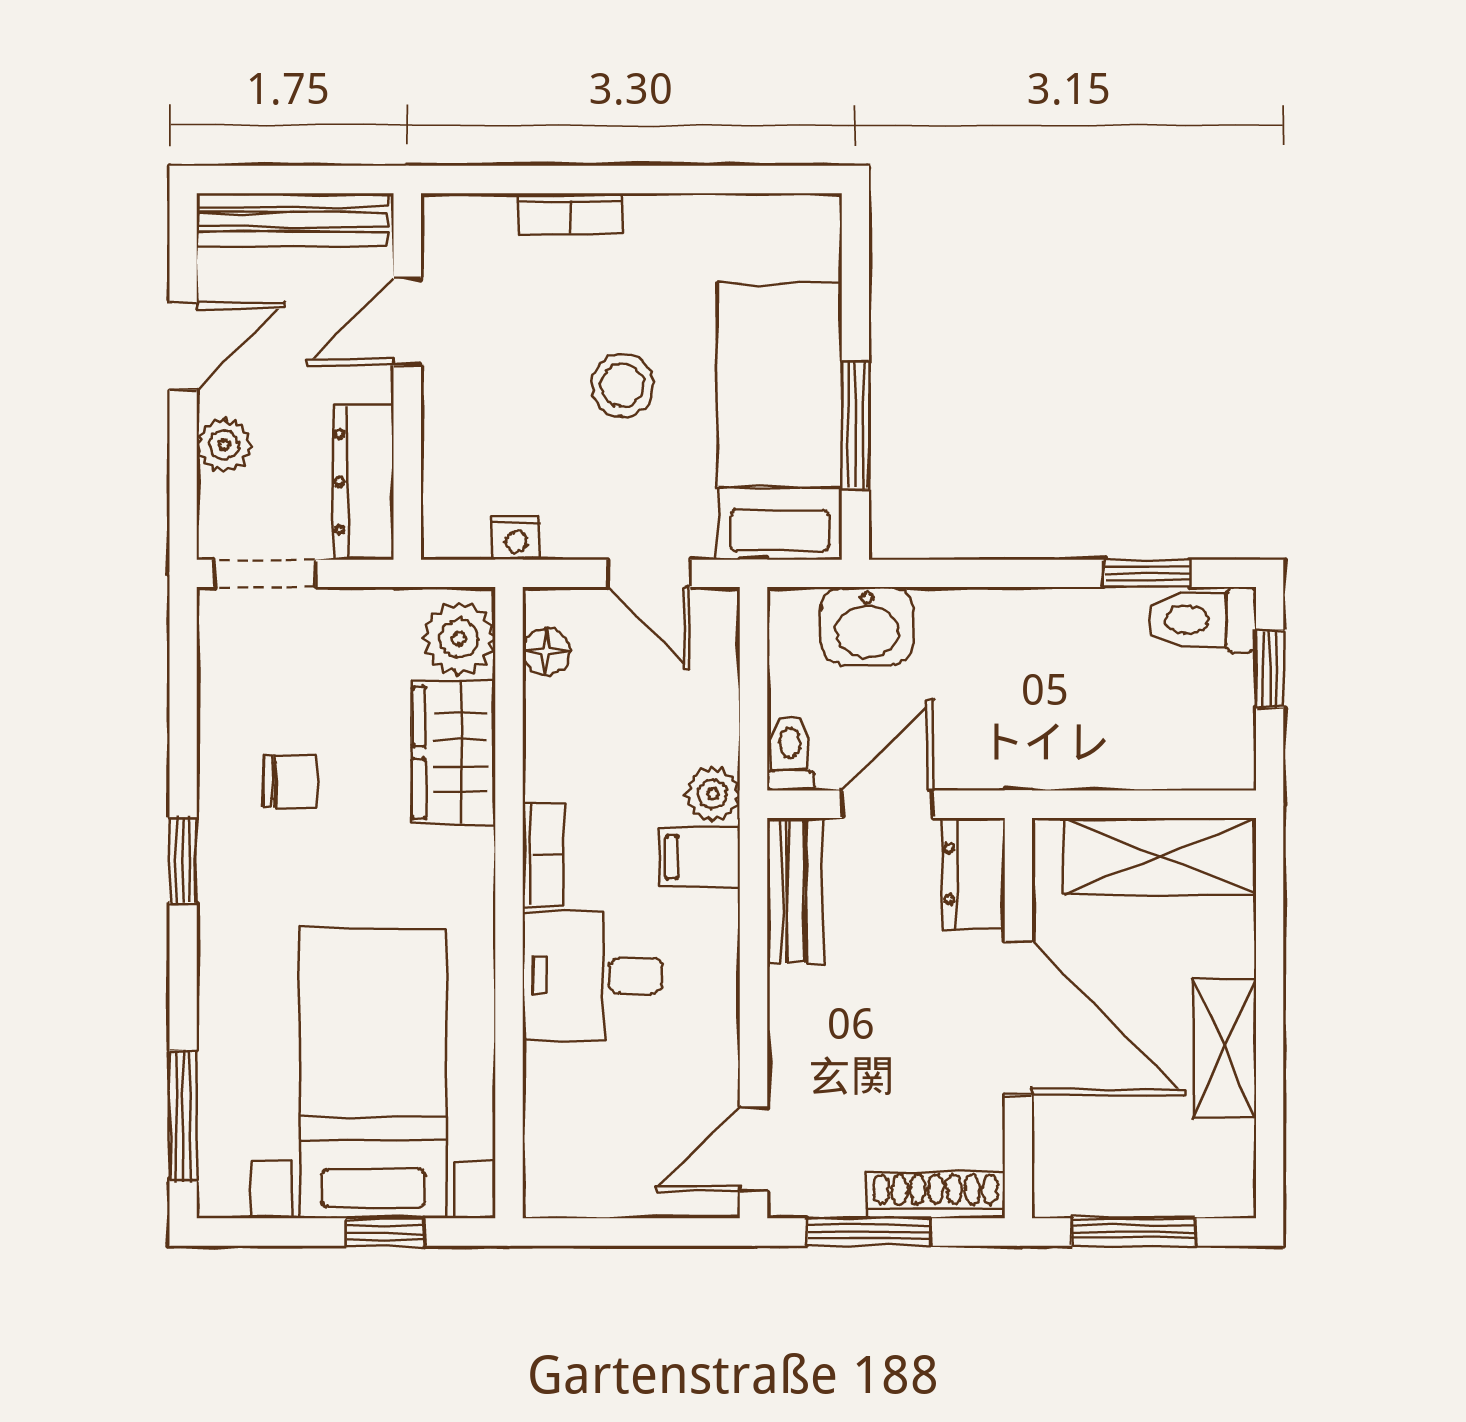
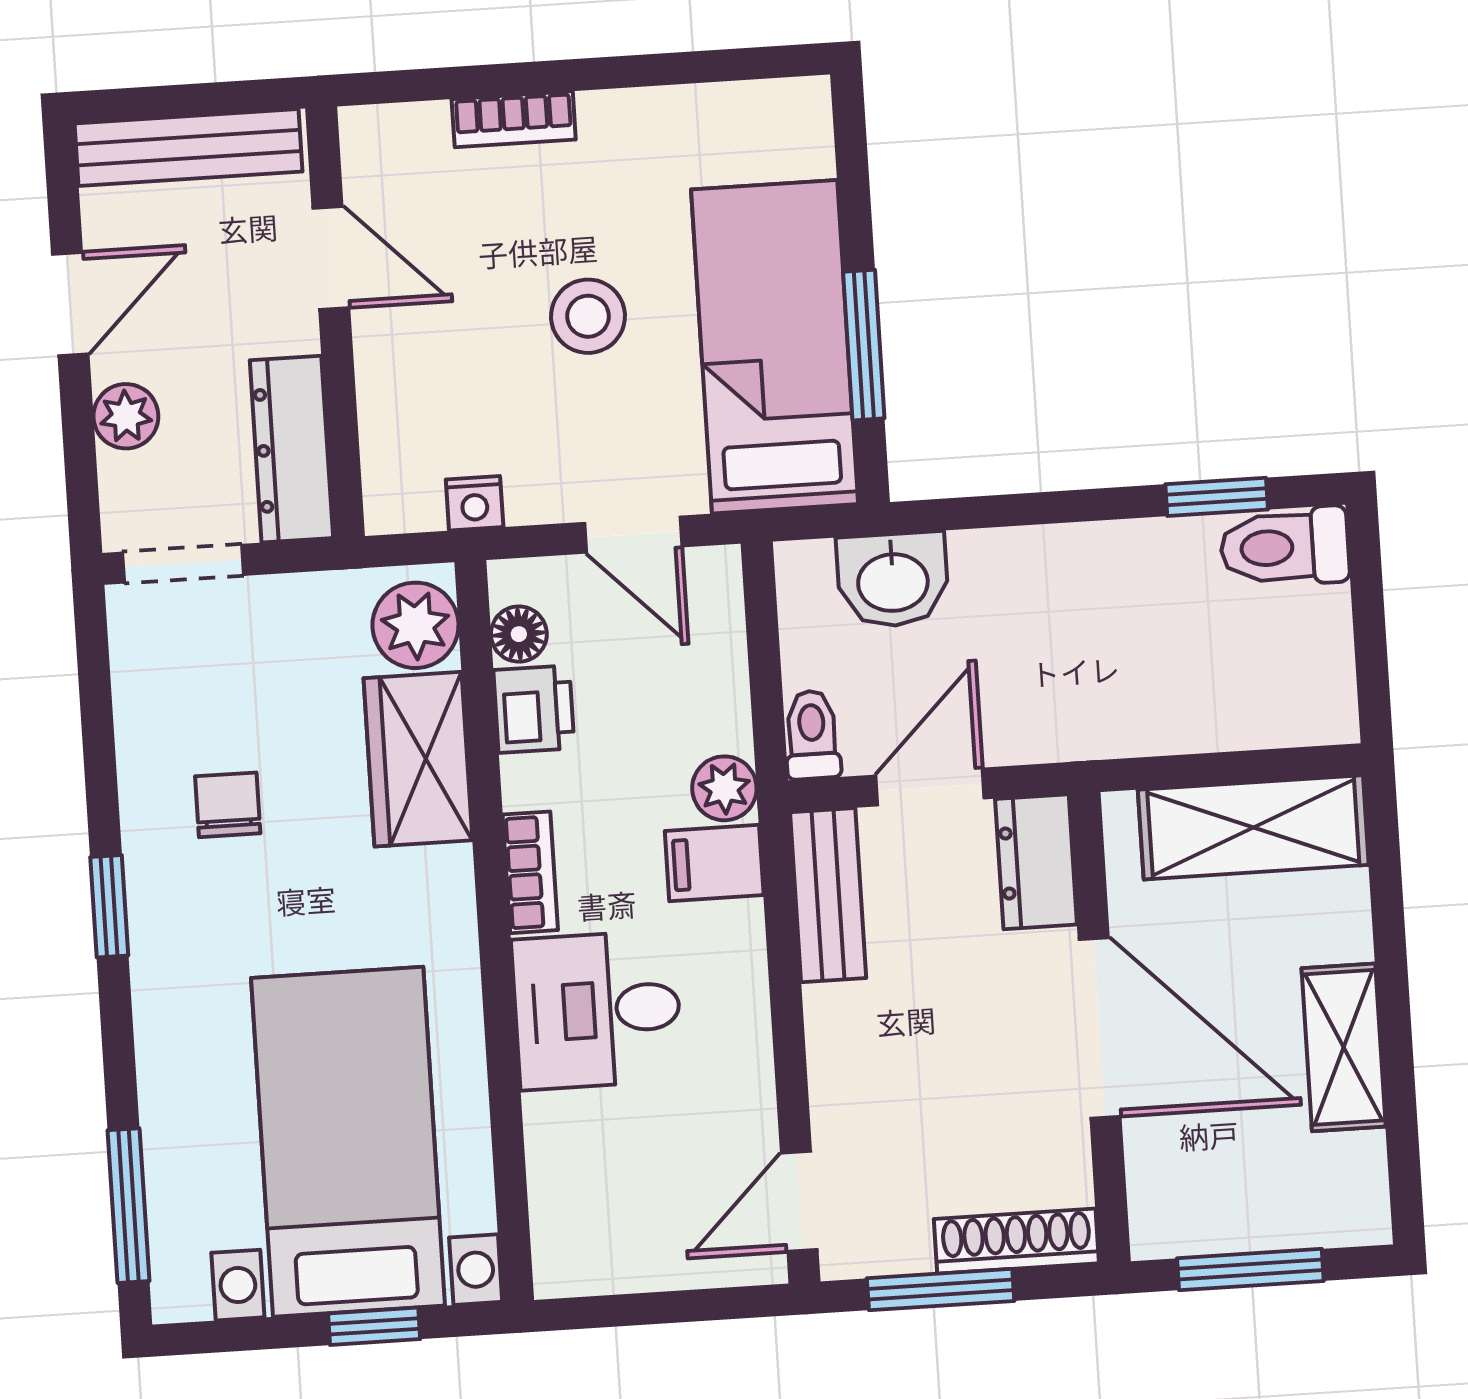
door: (407, 322) -> (331, 258), swing flipped
window: (1270, 669) -> (1367, 599), removed
printer: (555, 716) -> (534, 709), added
chair: (289, 781) -> (228, 805), turned -90

